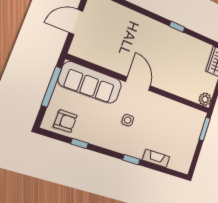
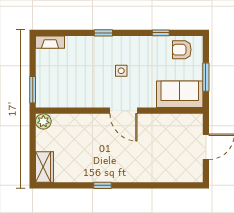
sofa: (90, 83) -> (180, 94), width x0.73
window: (51, 87) -> (206, 77), width x0.69
fireplace: (156, 158) -> (50, 42), moved

